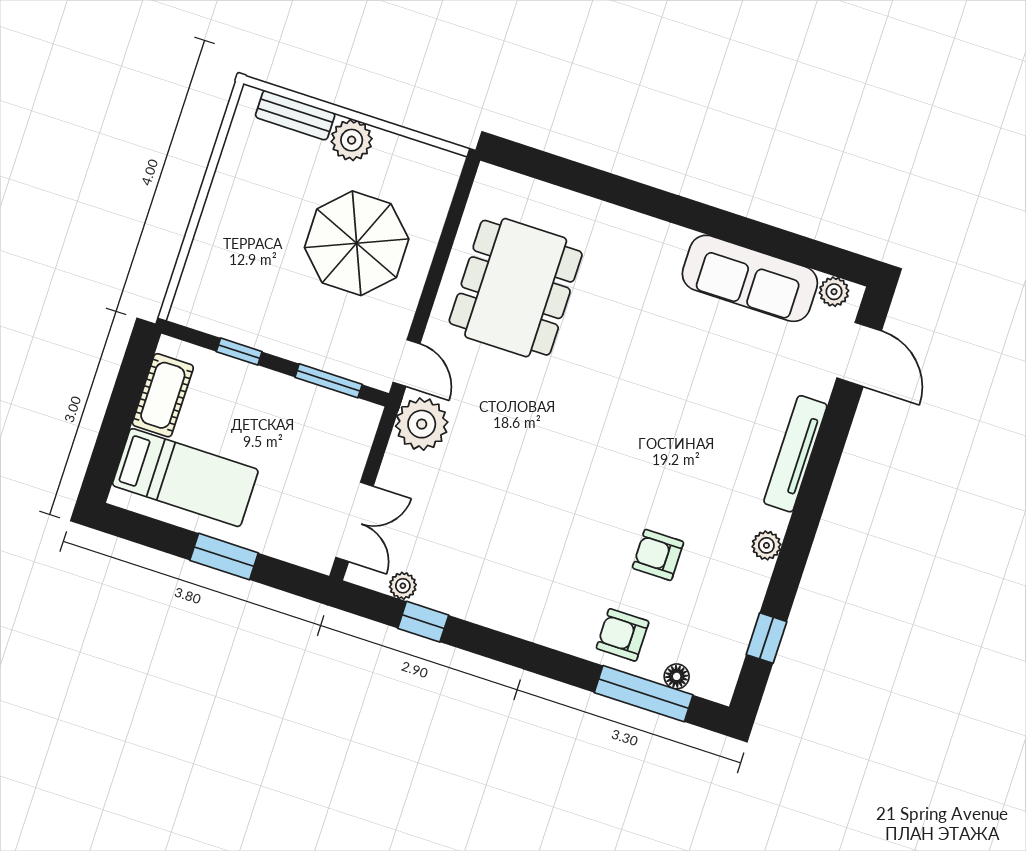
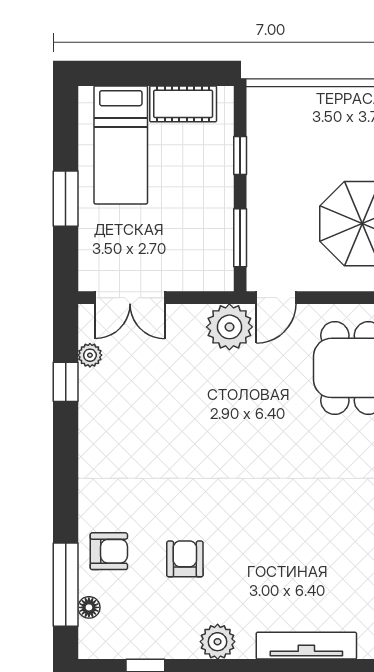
plant: (766, 545) -> (218, 642), width x1.38, depth x1.38
armchair: (623, 635) -> (109, 551), turned 90

